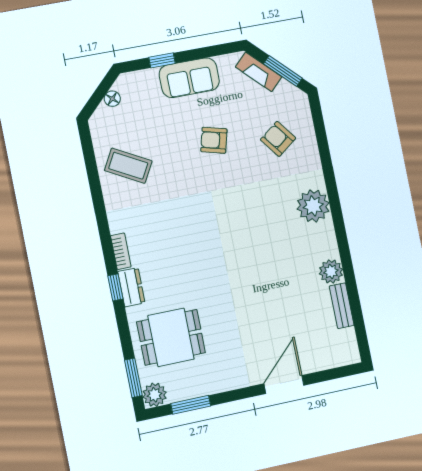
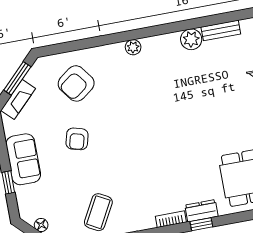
armchair: (278, 139) -> (76, 83), width x1.38, depth x1.38
plant: (313, 206) -> (133, 47), width x0.53, depth x0.53

